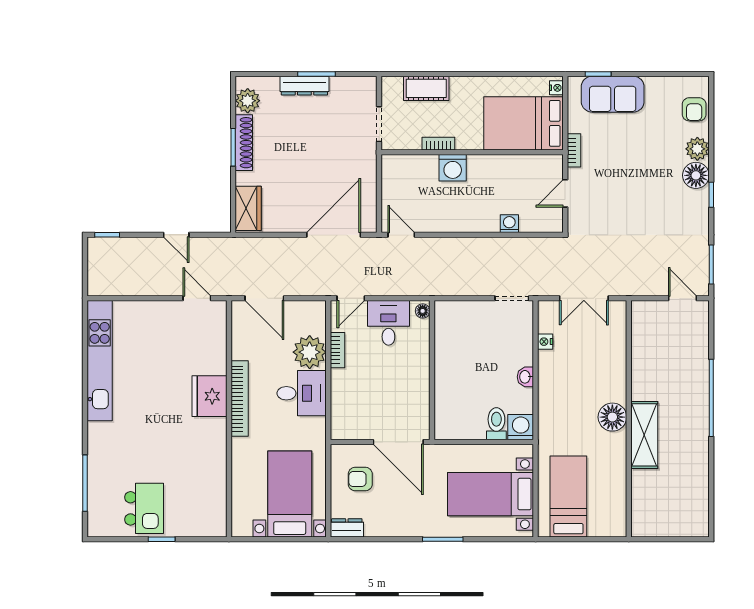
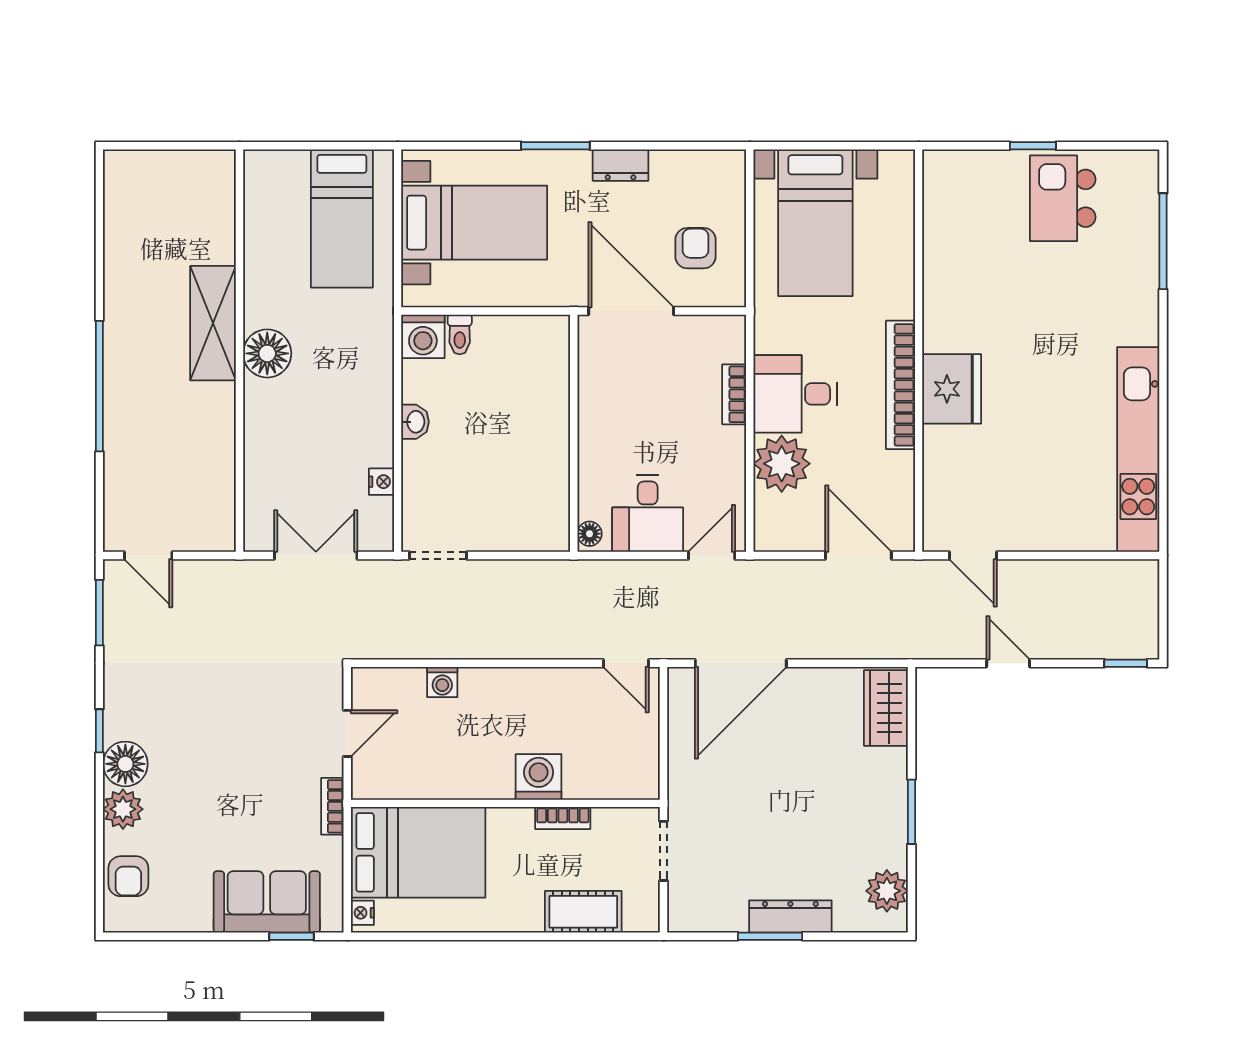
armchair: (694, 109) -> (128, 876), turned 180
shoe rack: (244, 143) -> (893, 820), removed
bookcase: (338, 350) -> (734, 394), moved
toilet: (496, 424) -> (460, 335), width x0.73, depth x0.72
armchair: (360, 479) -> (696, 248), turned -90
dresser: (347, 528) -> (621, 165), moved

